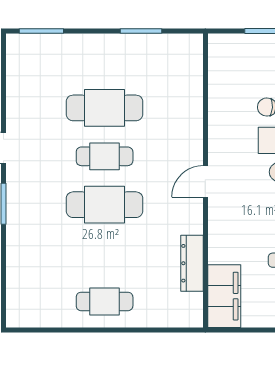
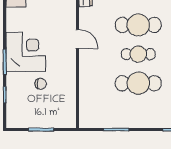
door: (205, 181) -> (78, 39), hinge flipped

